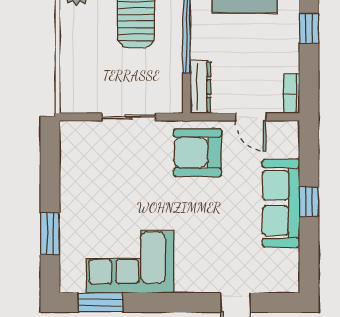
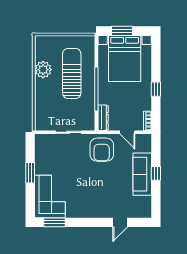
armchair: (198, 153) -> (102, 150), turned -90
window: (50, 234) -> (30, 173), moved
corner sofa: (130, 262) -> (50, 196), moved, turned 90

